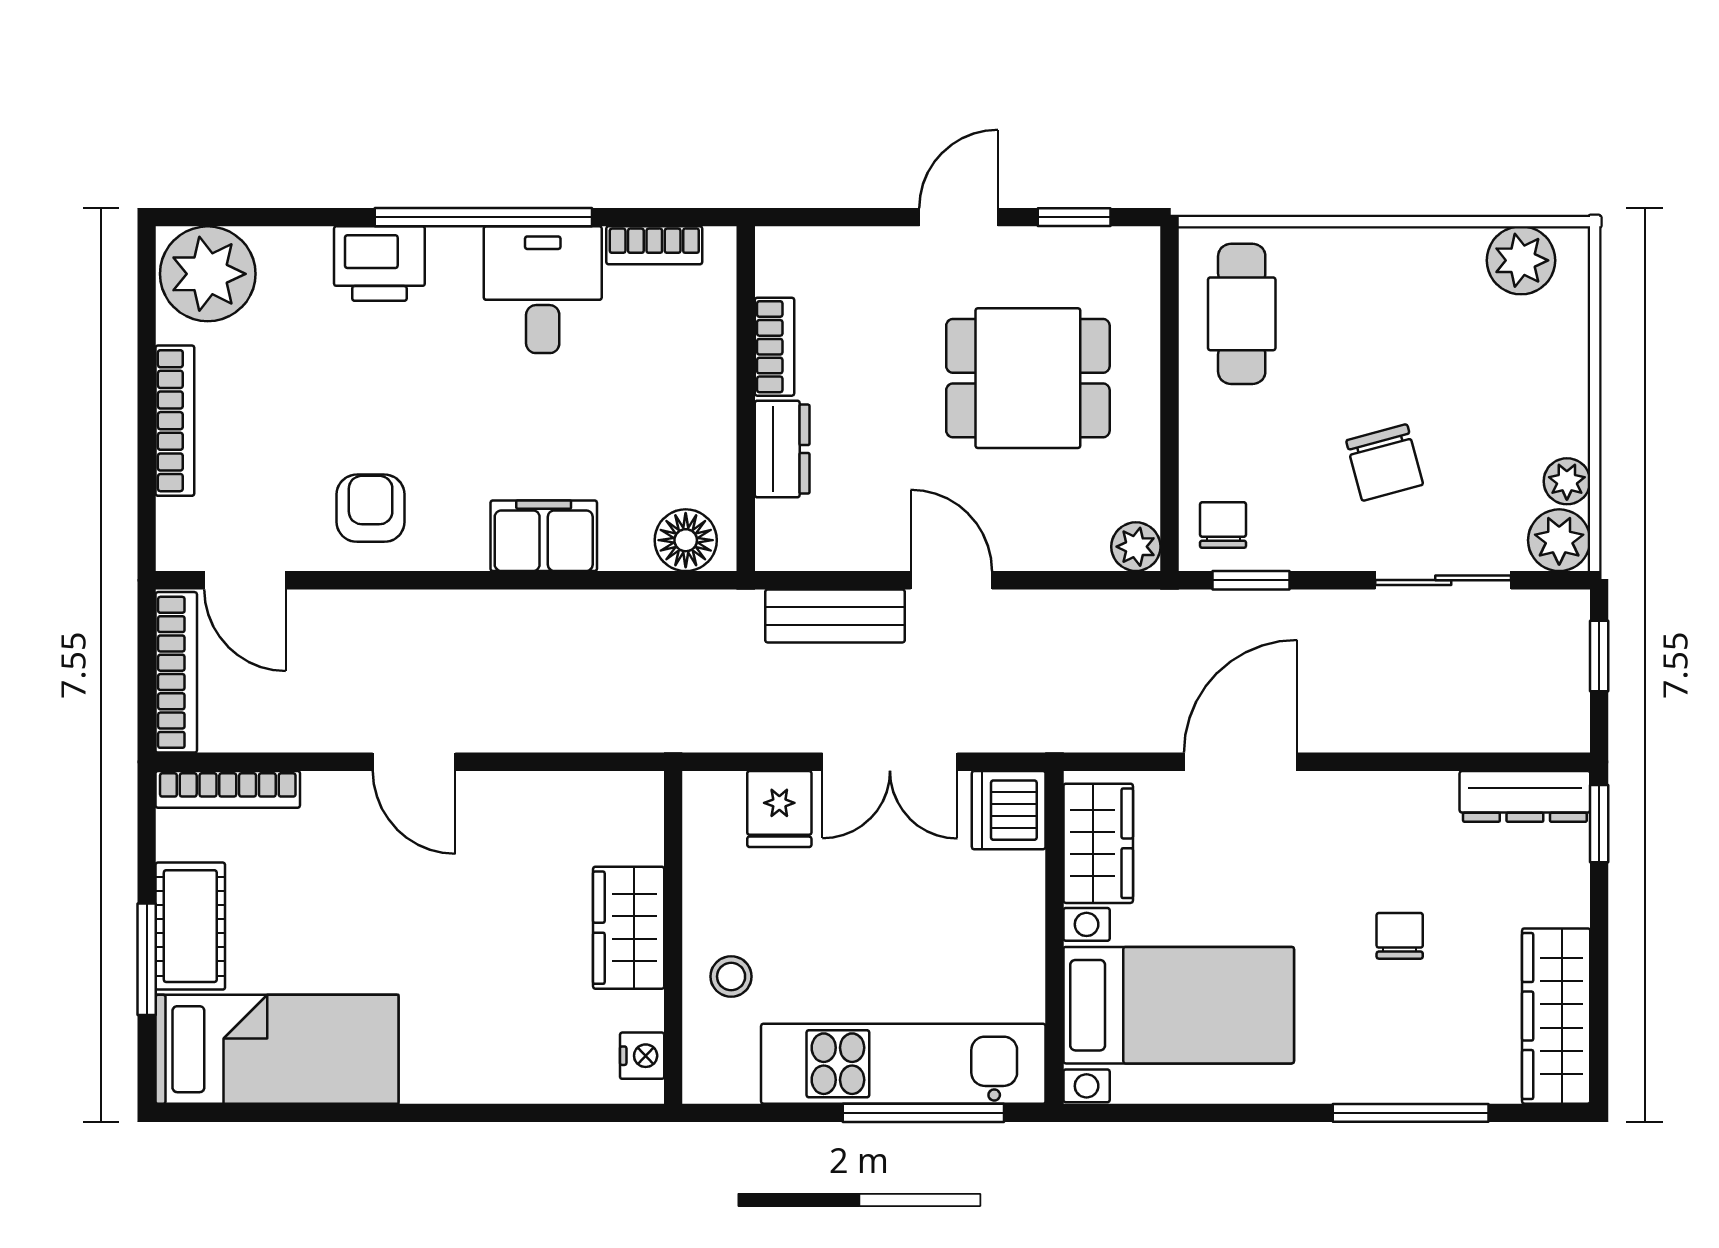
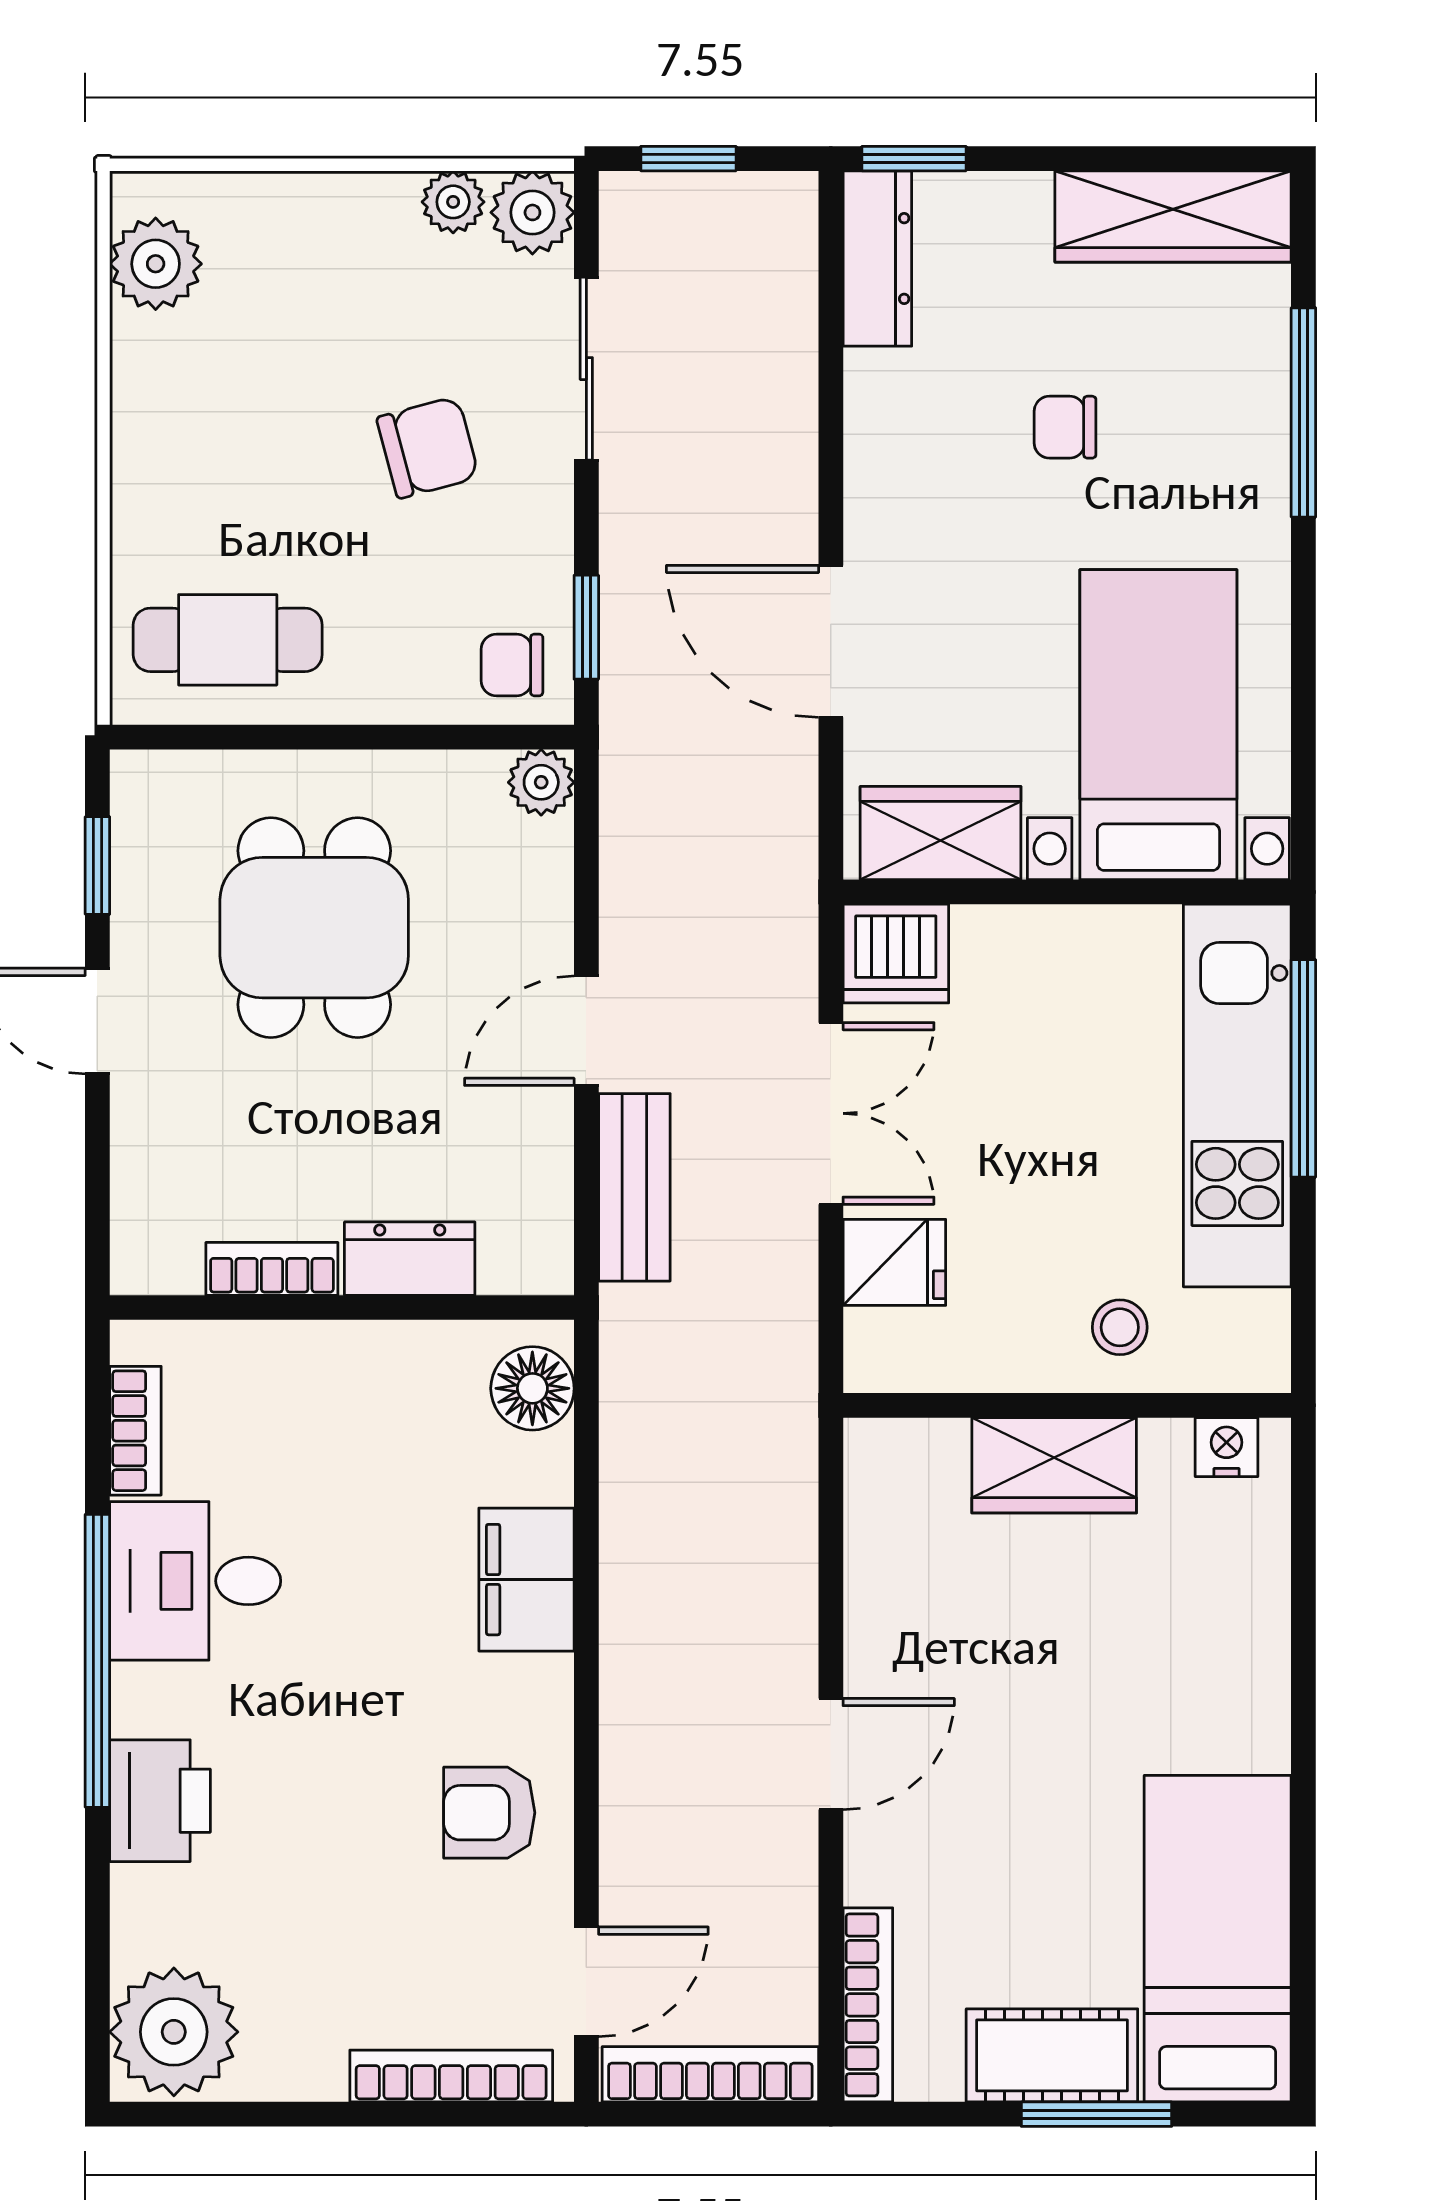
bookcase: (175, 421) -> (451, 2076), moved

